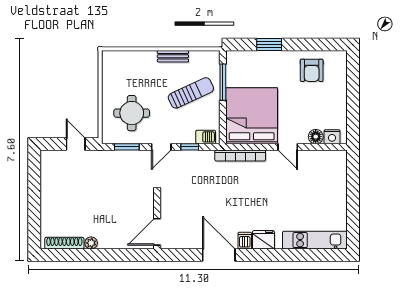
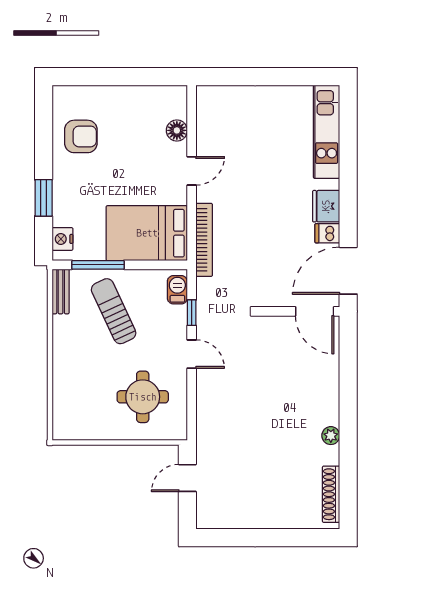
bench: (173, 56) -> (61, 291), moved
bed: (252, 116) -> (147, 233), width x0.73
nightstand: (332, 137) -> (62, 239), moved, turned 180
window: (127, 147) -> (192, 404), removed
wall: (157, 221) -> (300, 311), moved
door: (157, 232) -> (315, 311), moved
plant: (91, 243) -> (331, 436), moved

